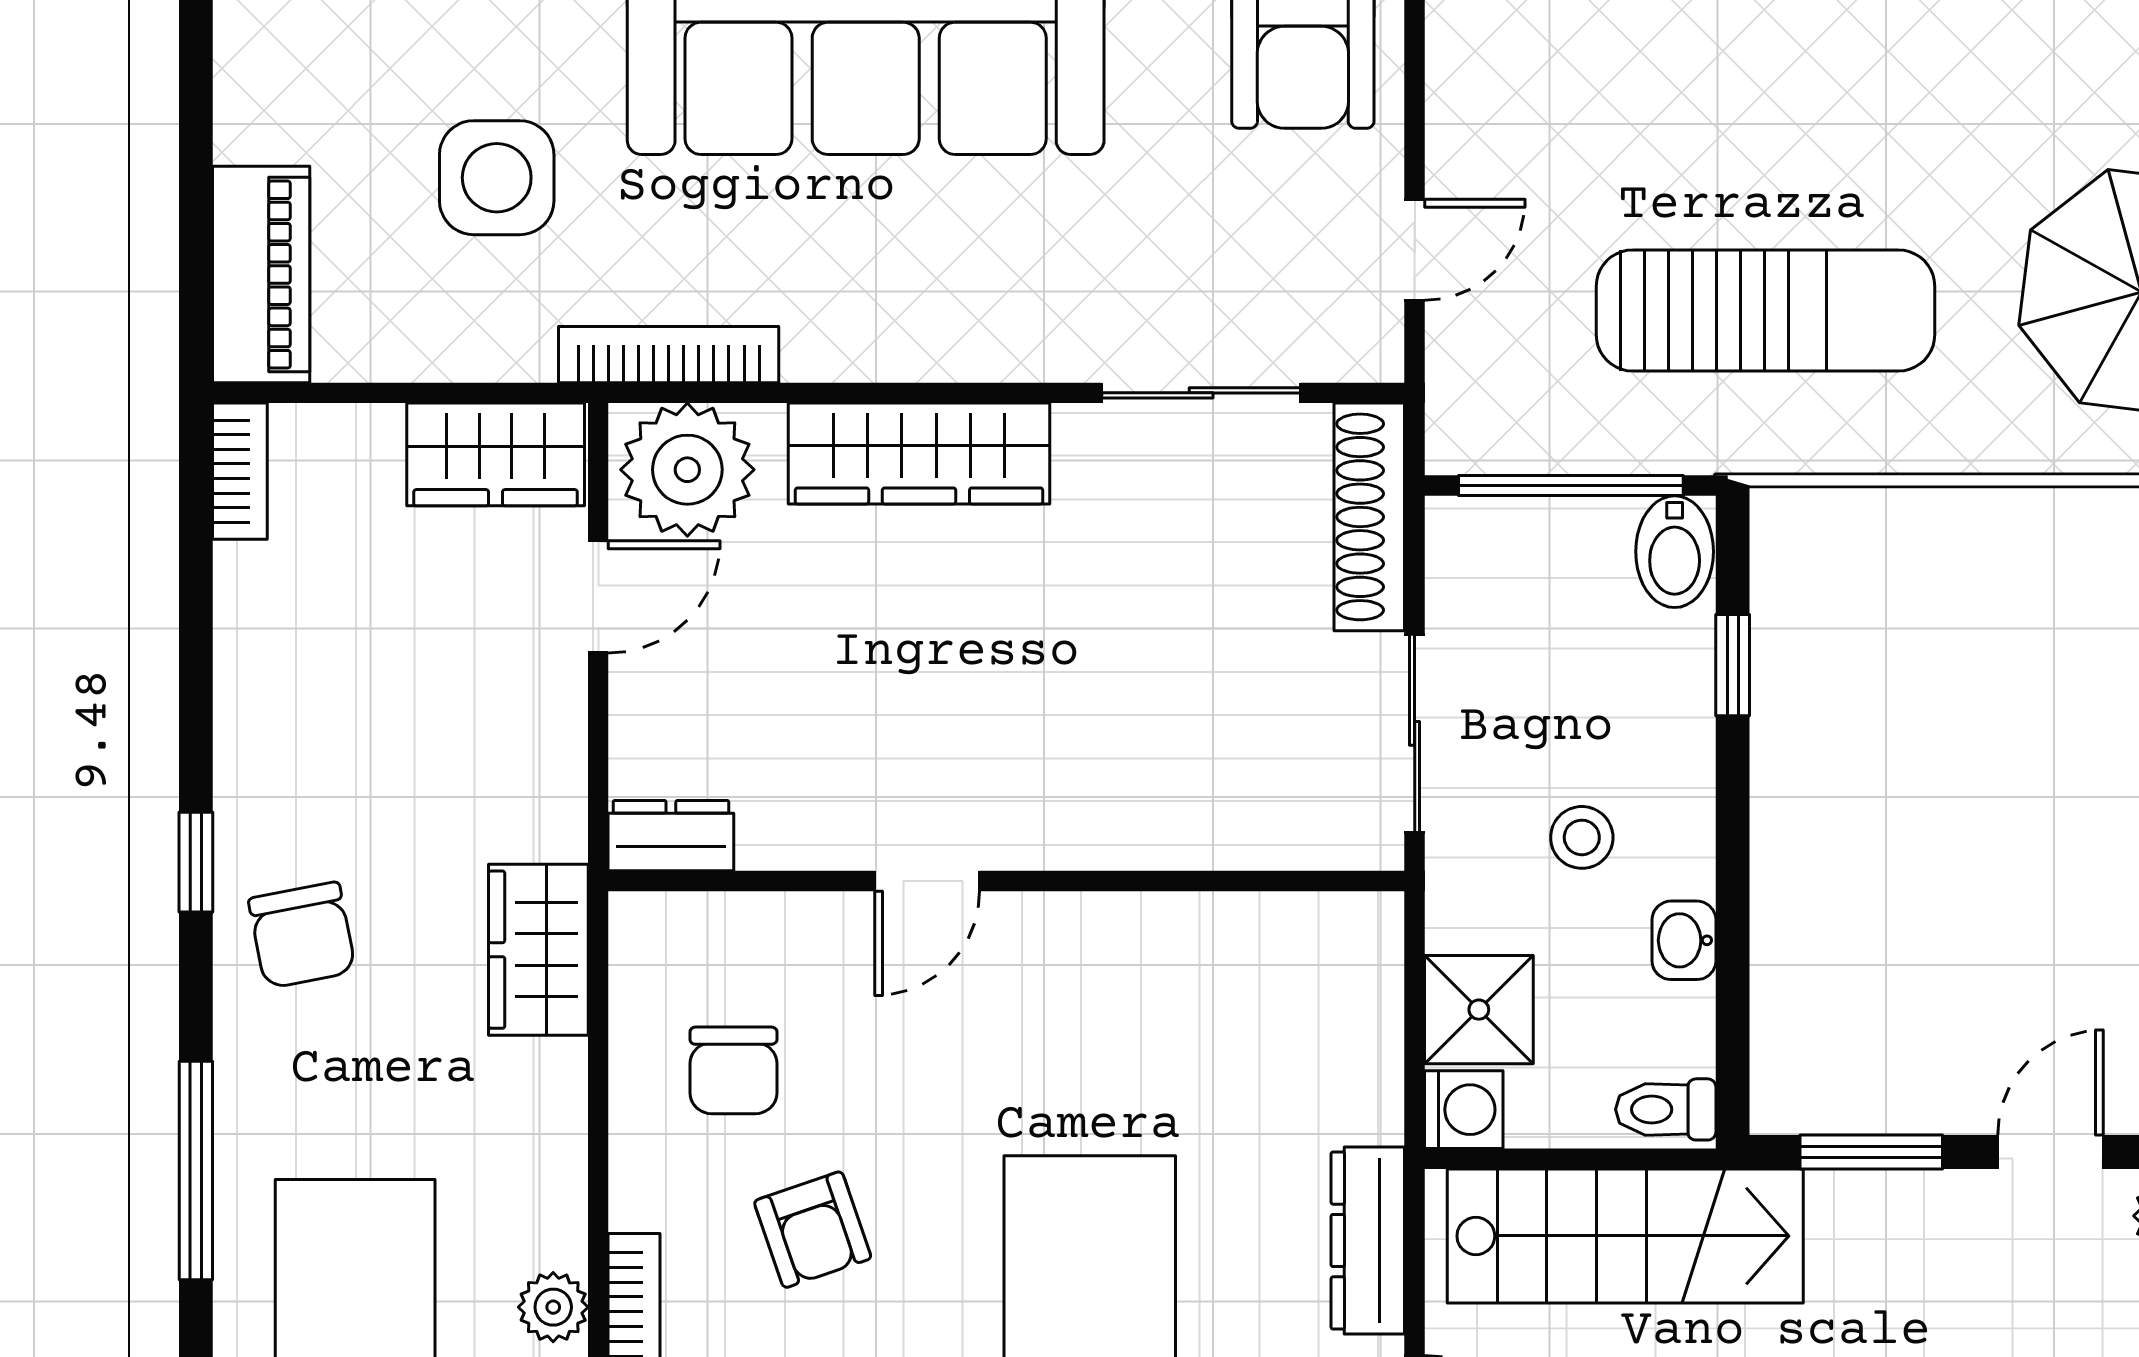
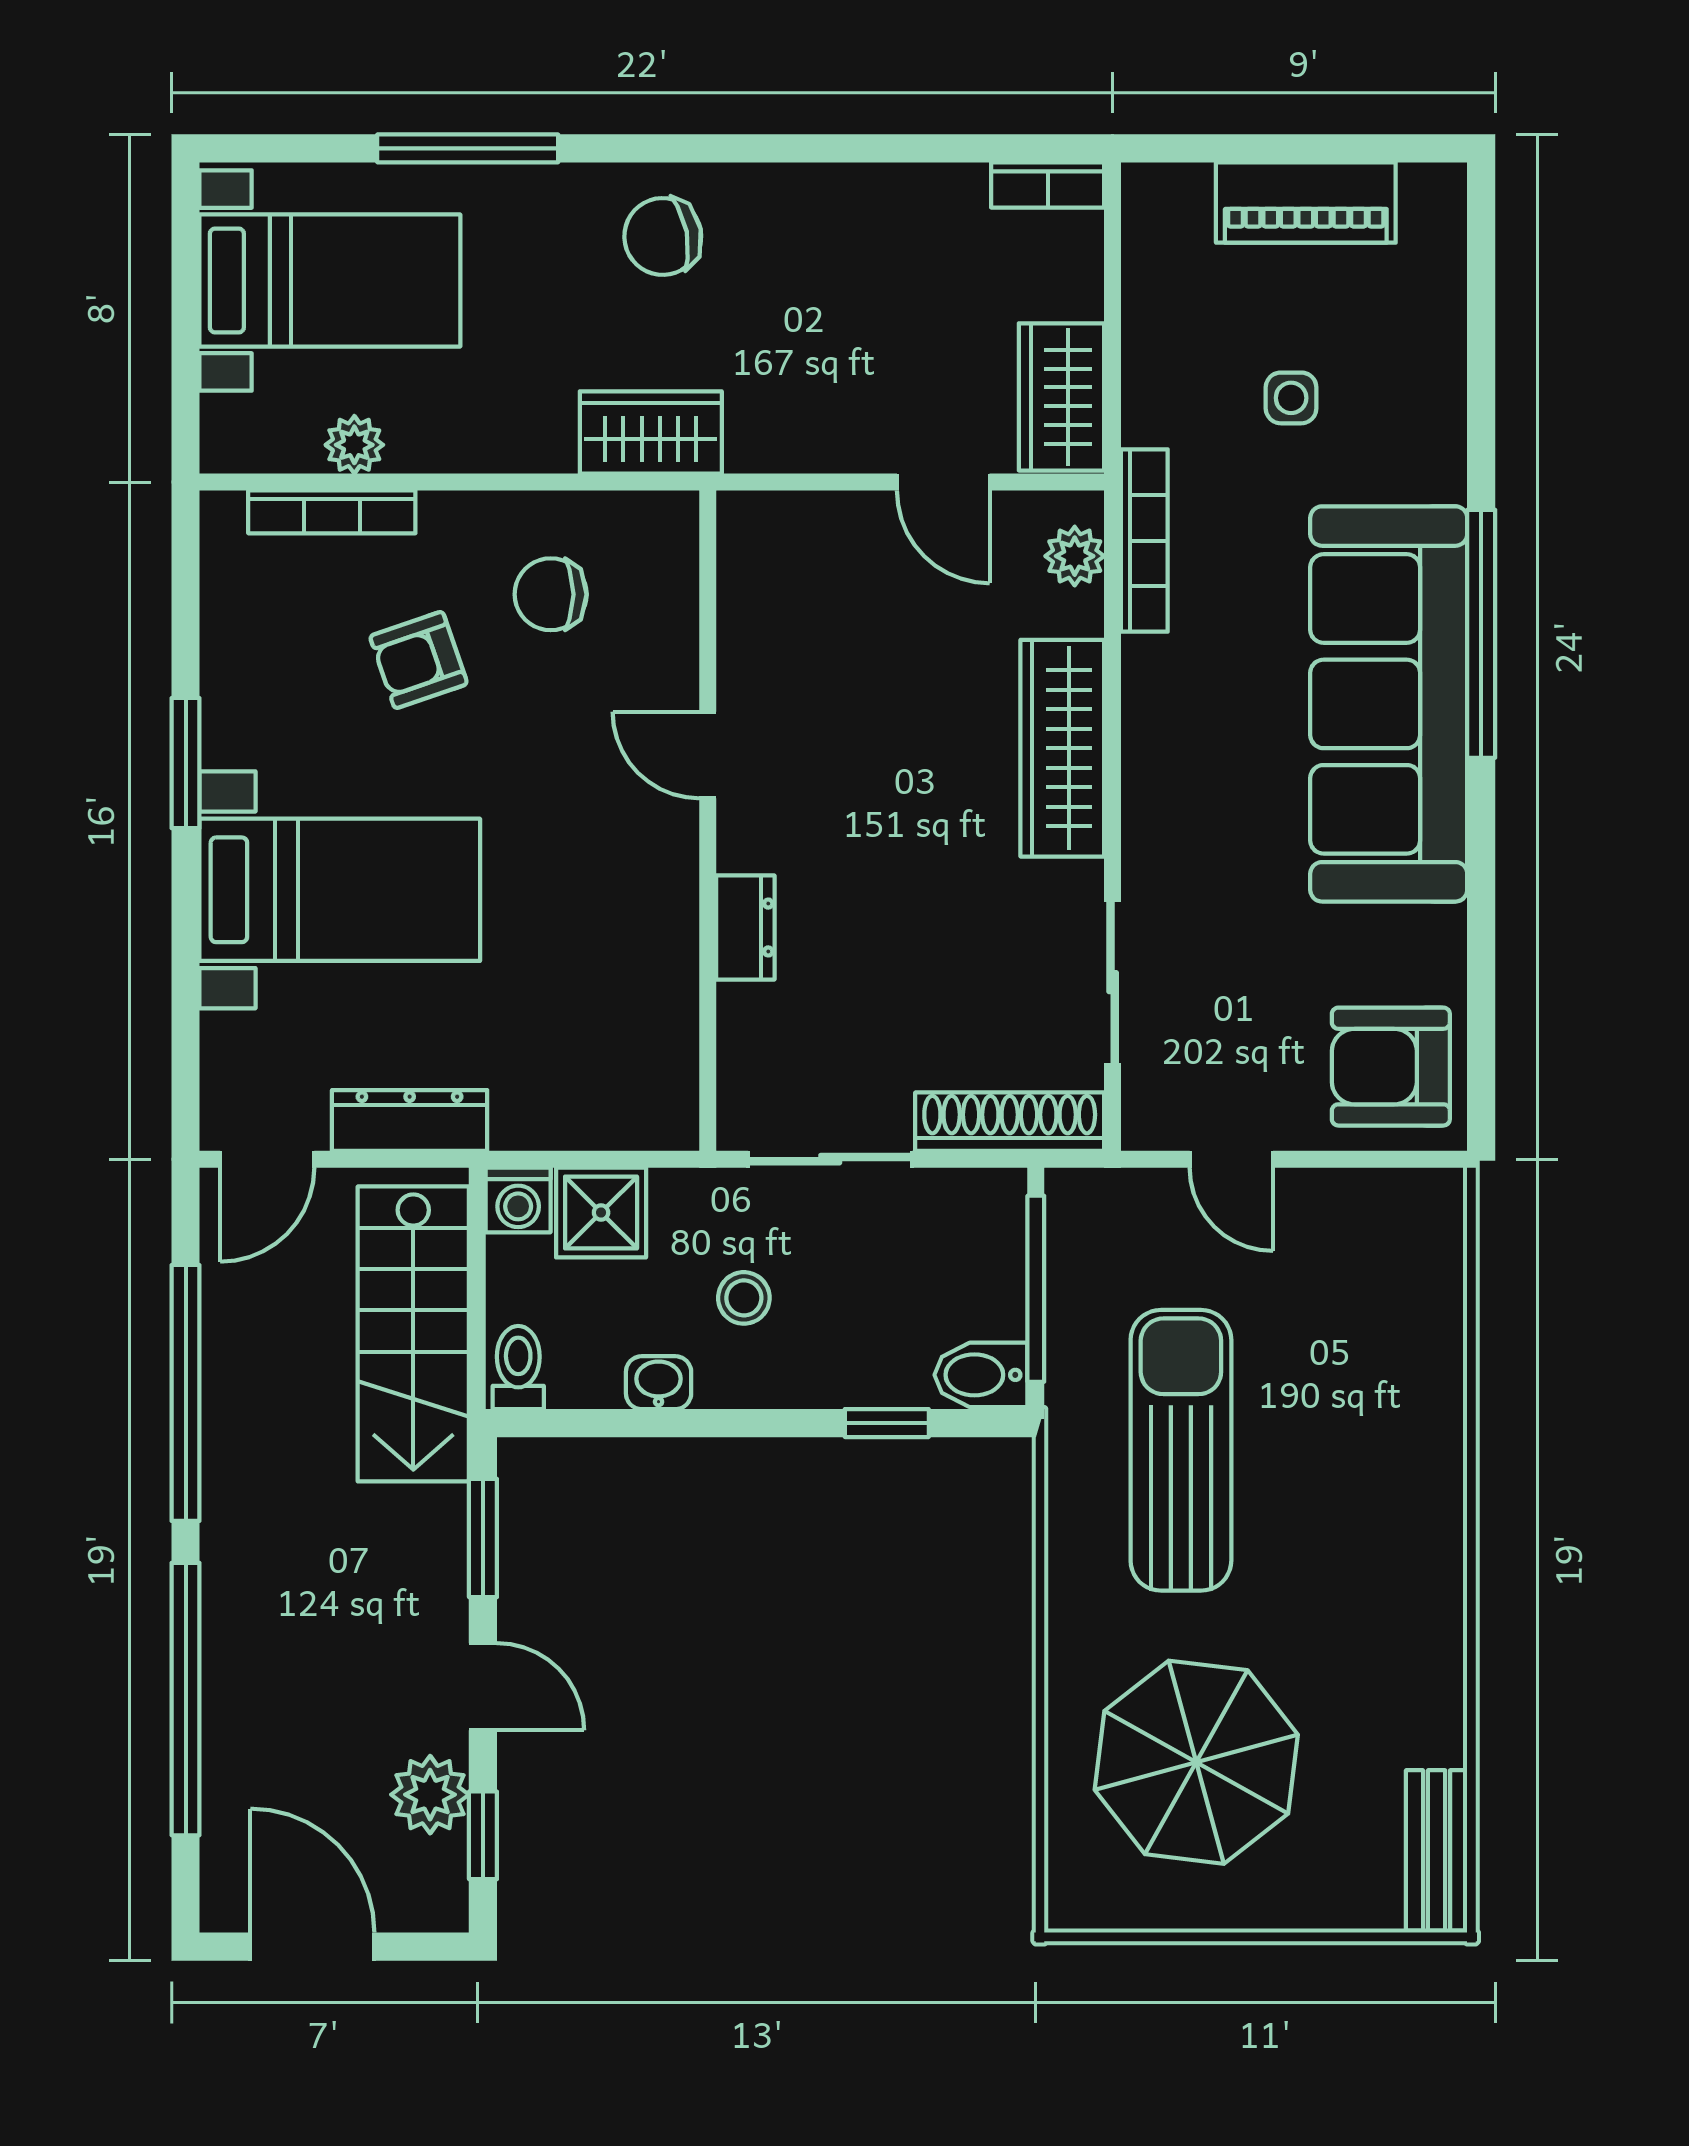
side table: (497, 178) -> (1291, 398), width x0.54, depth x0.54
piano: (261, 275) -> (1306, 202), moved
sun lounger: (1766, 310) -> (1181, 1450), turned 180
plant: (687, 470) -> (1075, 556), width x0.53, depth x0.53
dresser: (671, 836) -> (745, 928), moved
window: (196, 862) -> (723, 148), removed

